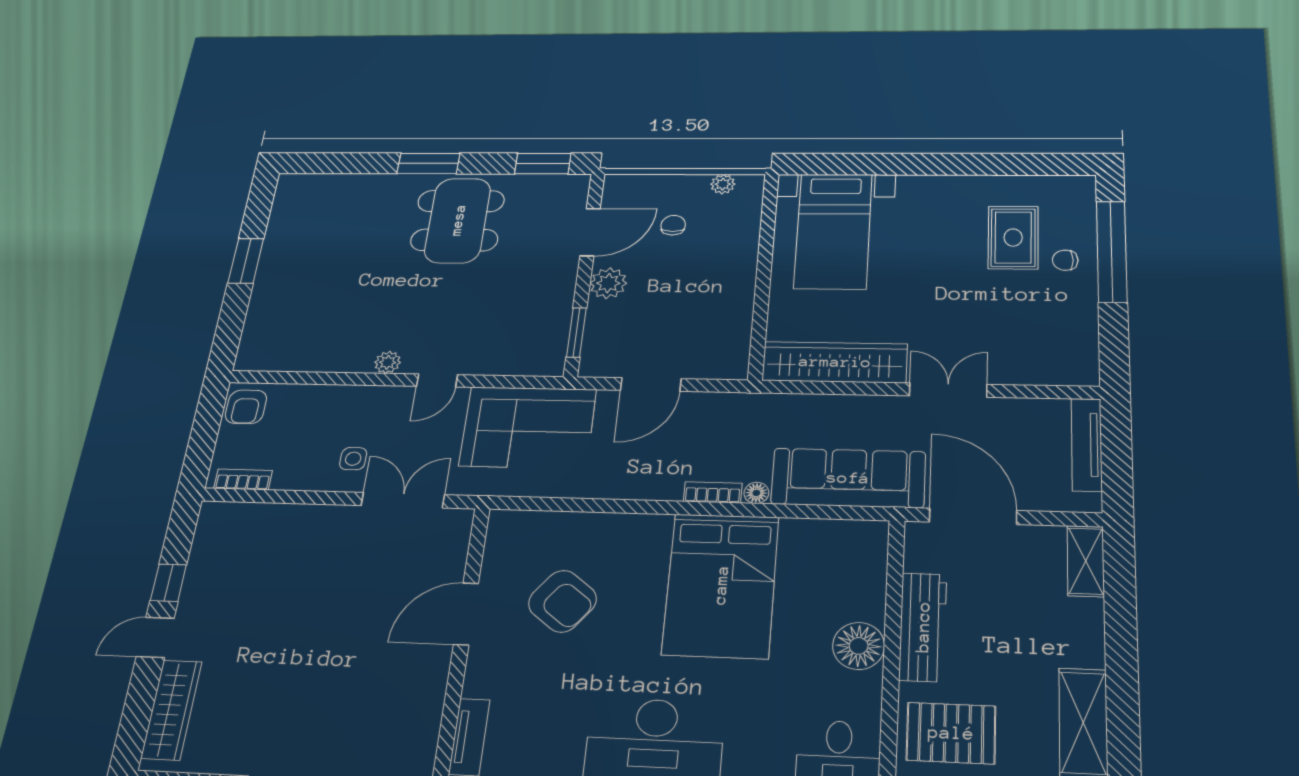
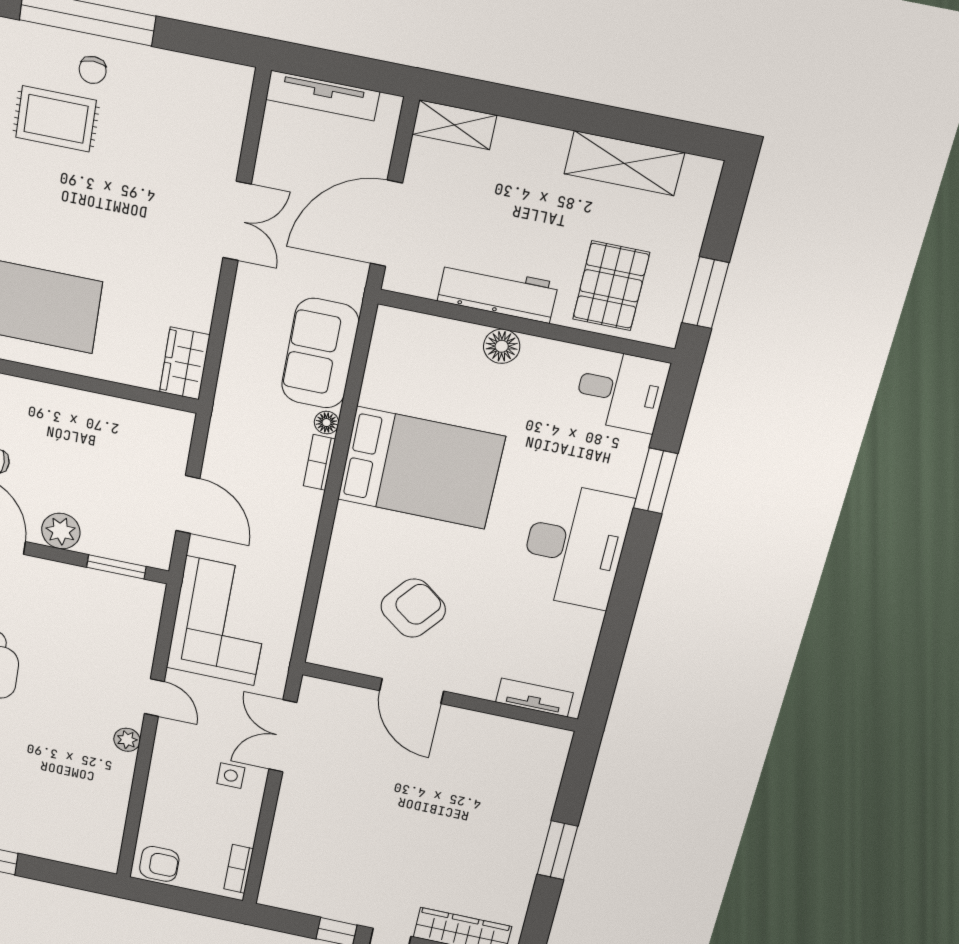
wardrobe: (835, 362) -> (185, 363), width x0.48, depth x0.85
double door: (948, 390) -> (237, 221), swing flipped
sofa: (848, 478) -> (320, 353), width x0.73
floor lamp: (859, 646) -> (502, 346), width x0.73, depth x0.73

